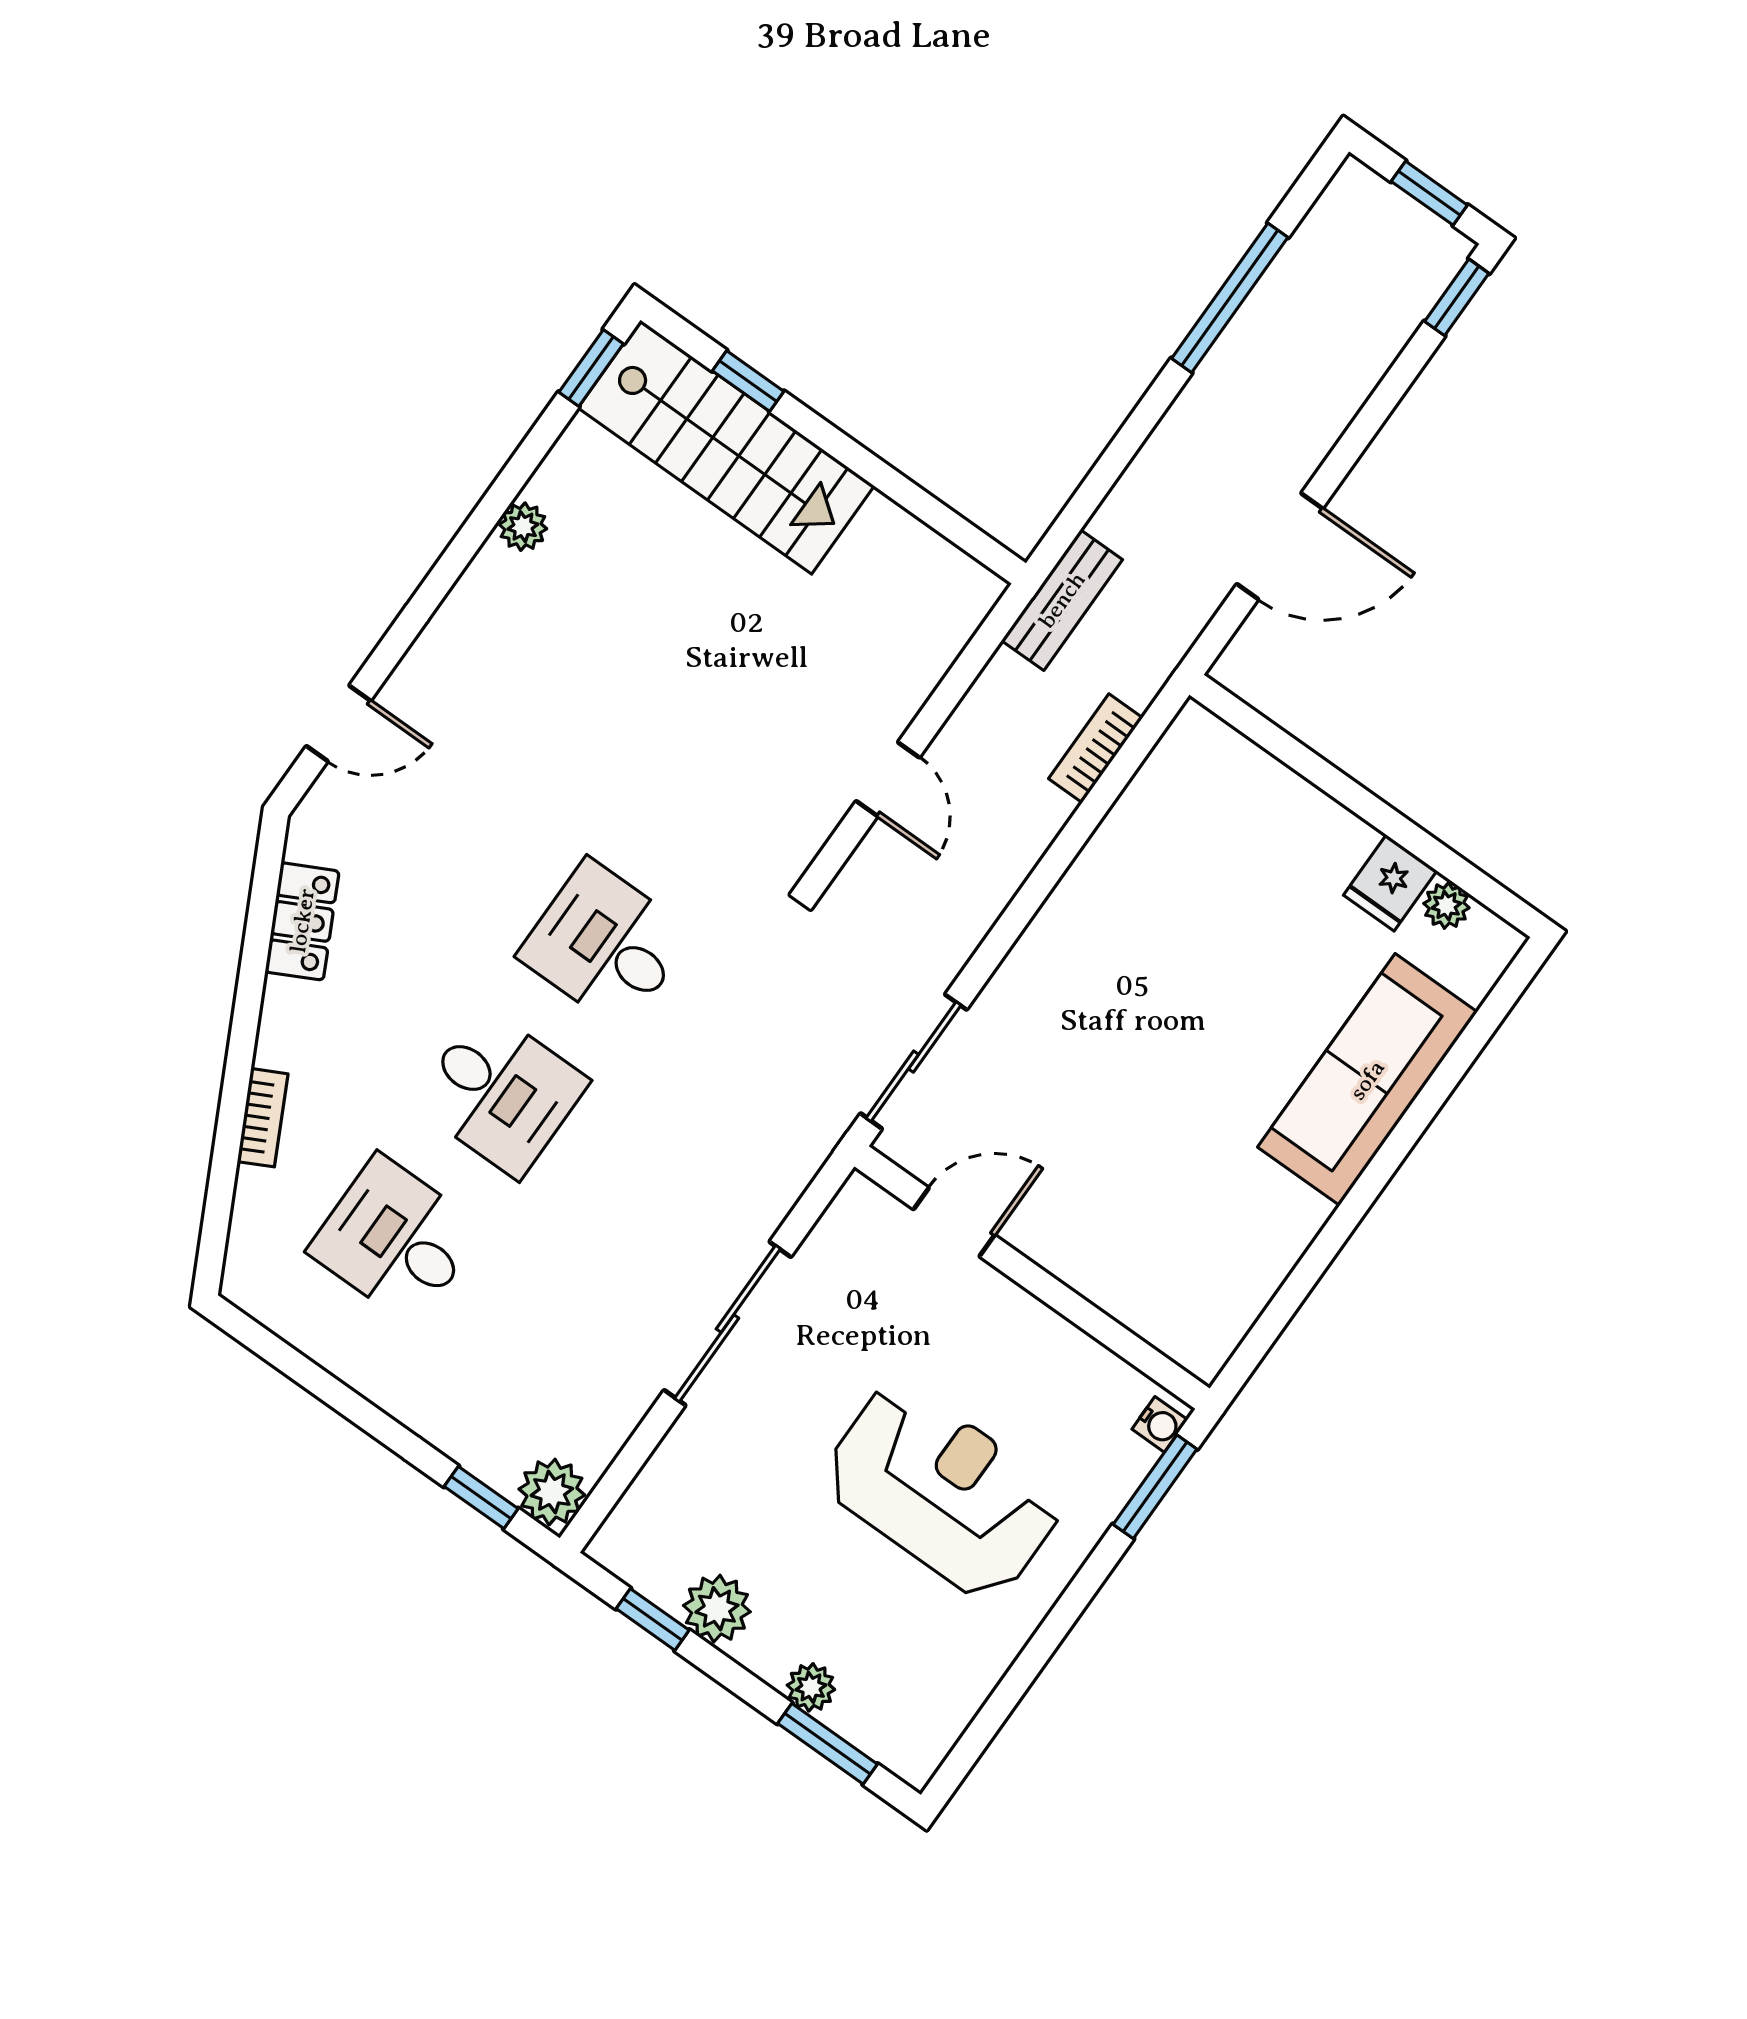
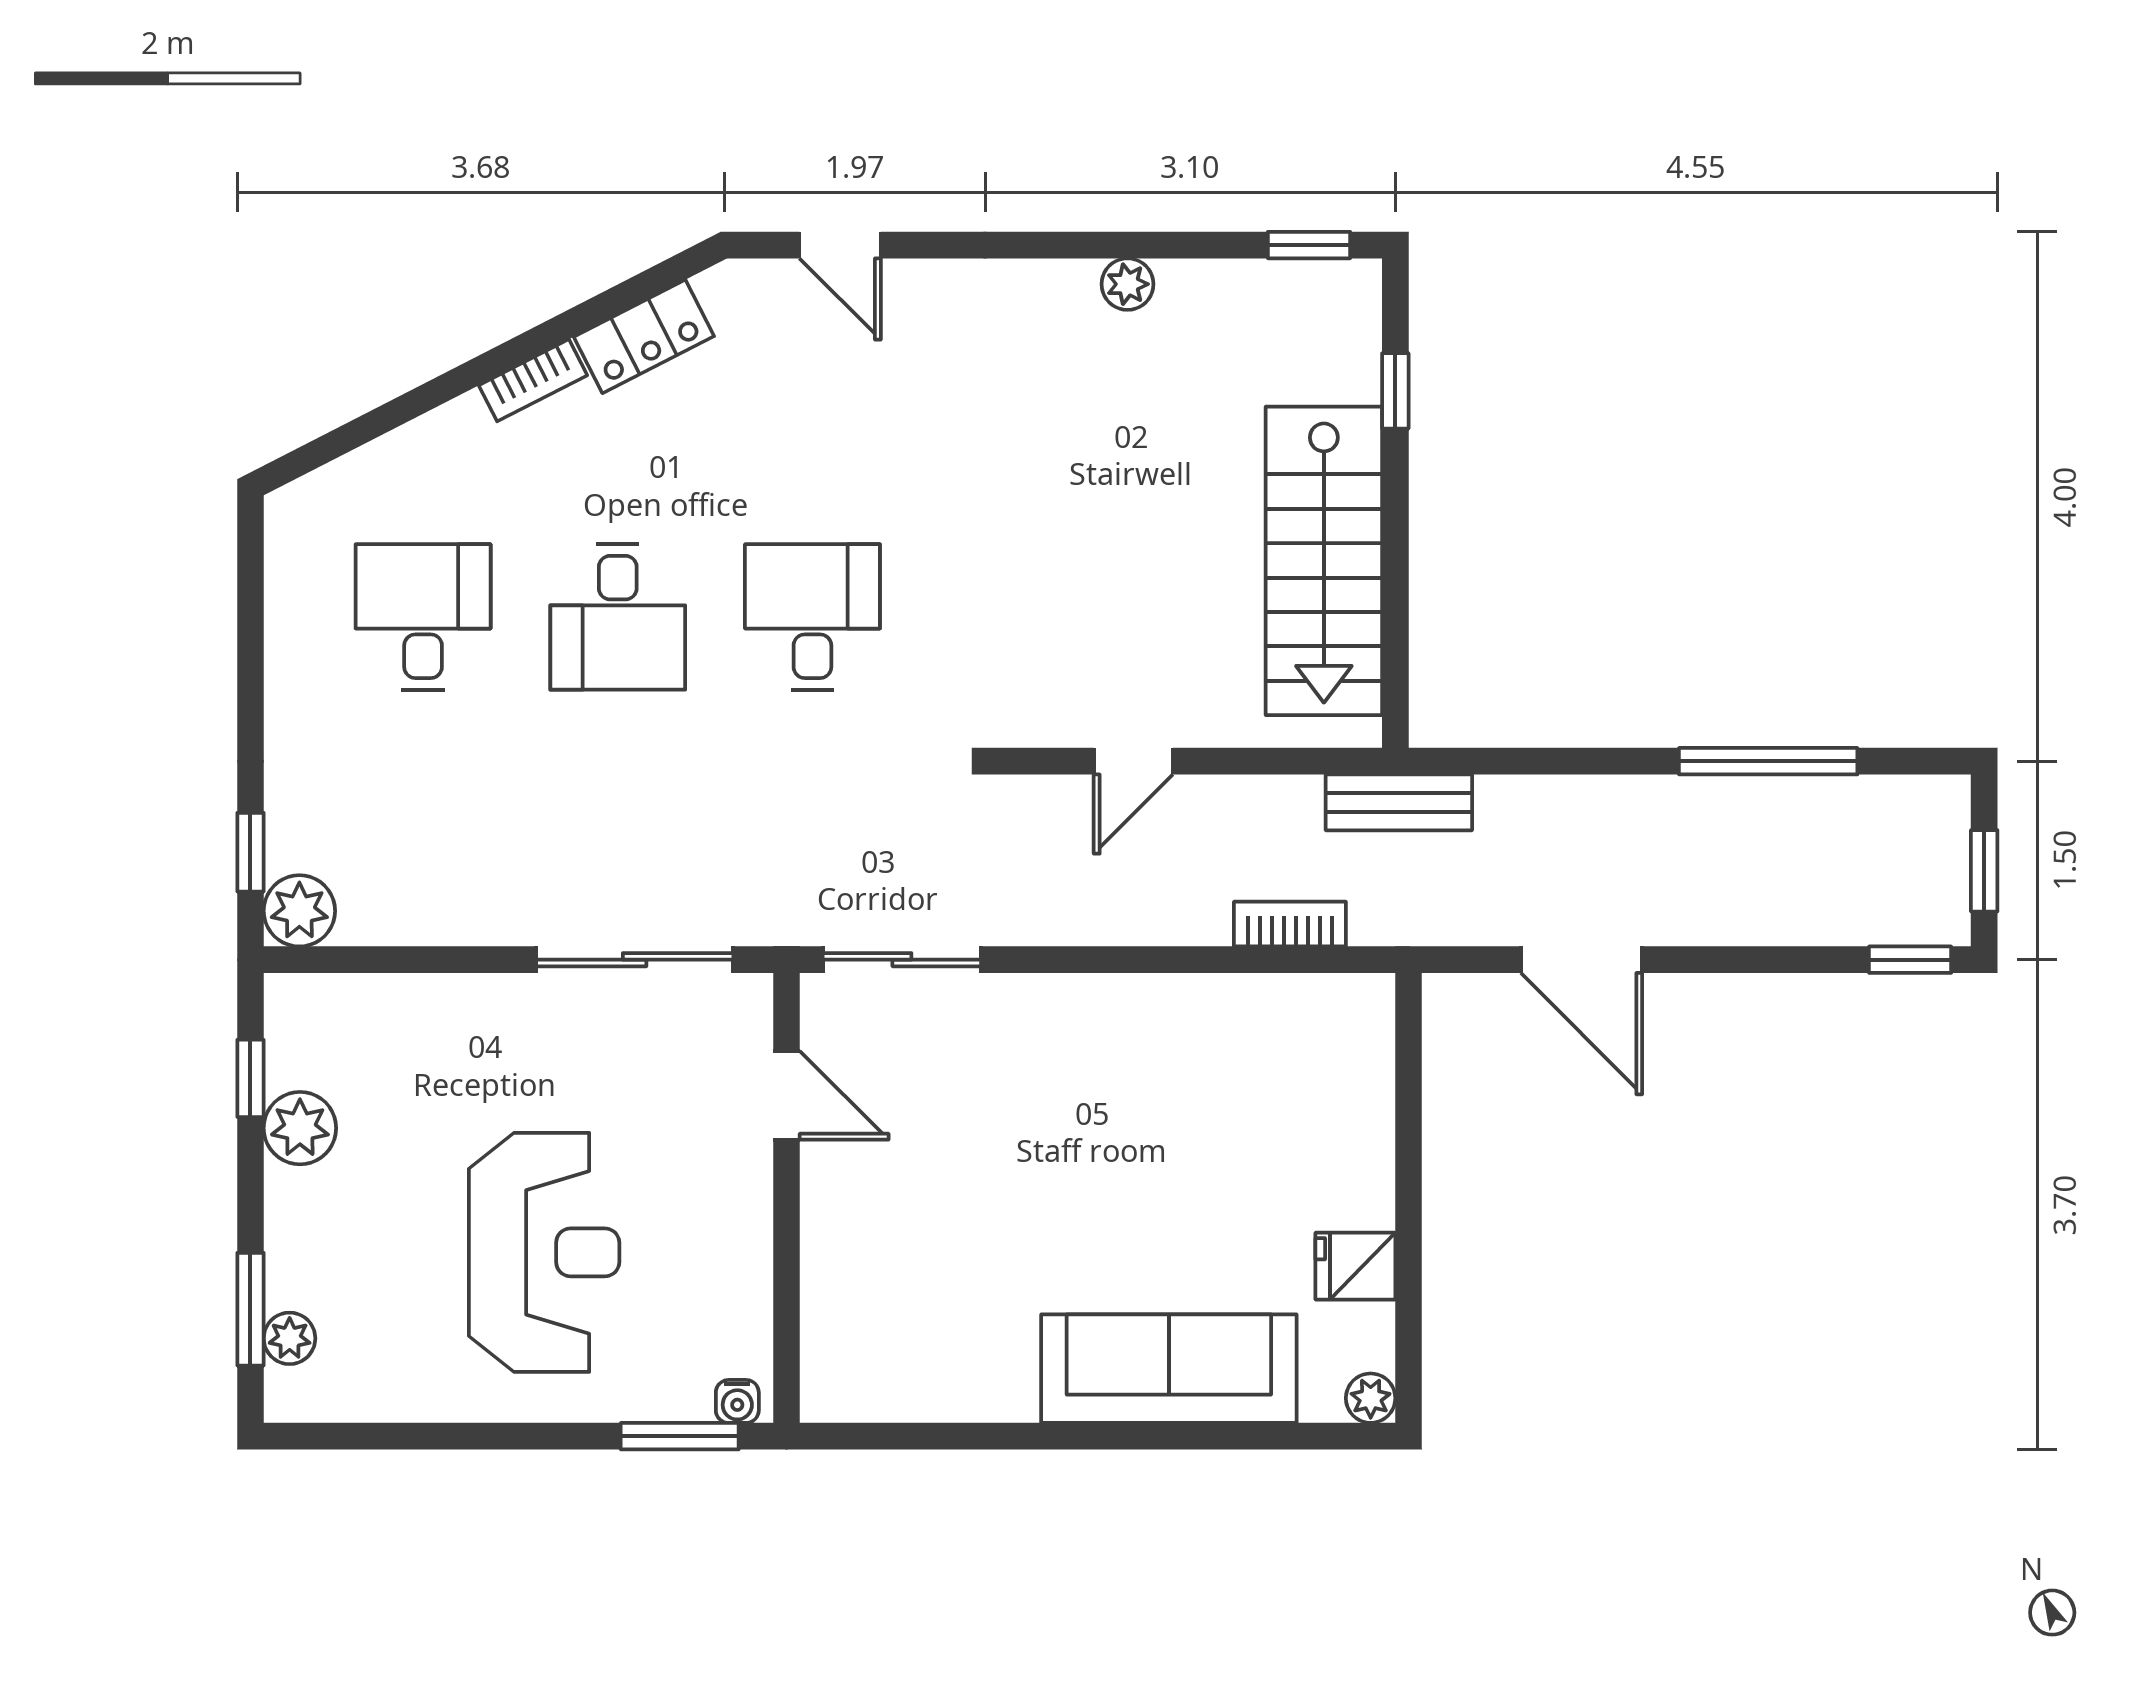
stairs: (726, 447) -> (1324, 561), moved
plant: (1446, 906) -> (1371, 1398), moved
bookcase: (263, 1118) -> (533, 380), moved
sliding door: (727, 1324) -> (635, 960), moved
plant: (811, 1687) -> (290, 1338), moved

